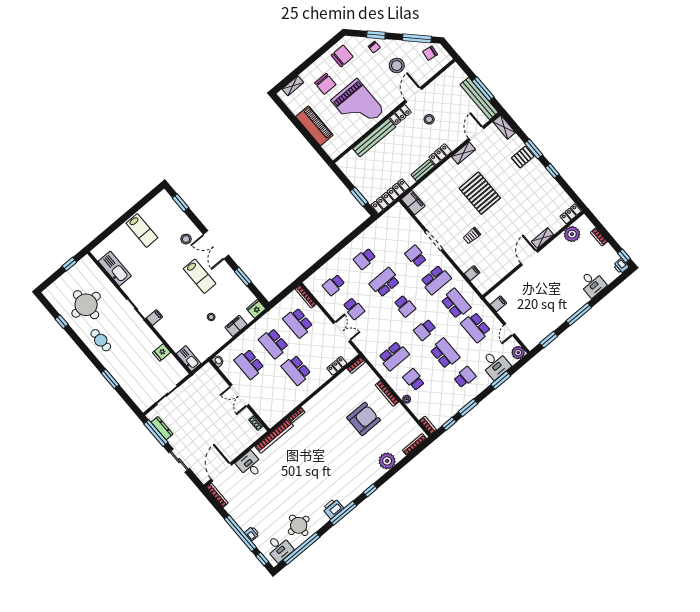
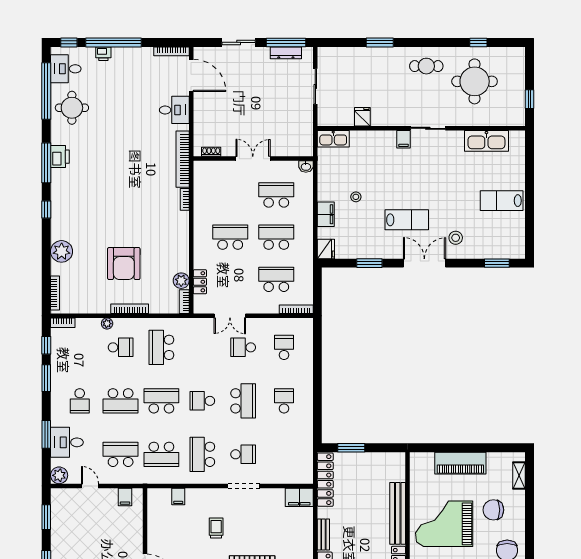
lab bench: (200, 276) -> (407, 220), turned 180
school desk: (425, 330) -> (161, 401), width x1.85
plant: (345, 377) -> (181, 281), added

